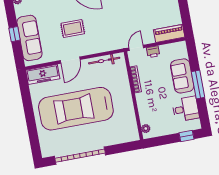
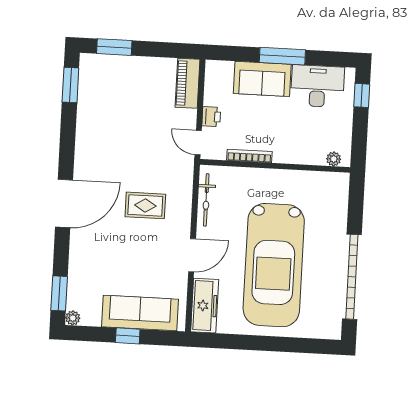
rug: (73, 28) -> (145, 205), moved, turned 90
door: (70, 60) -> (192, 255), hinge flipped
desk: (186, 109) -> (317, 86), width x1.37

